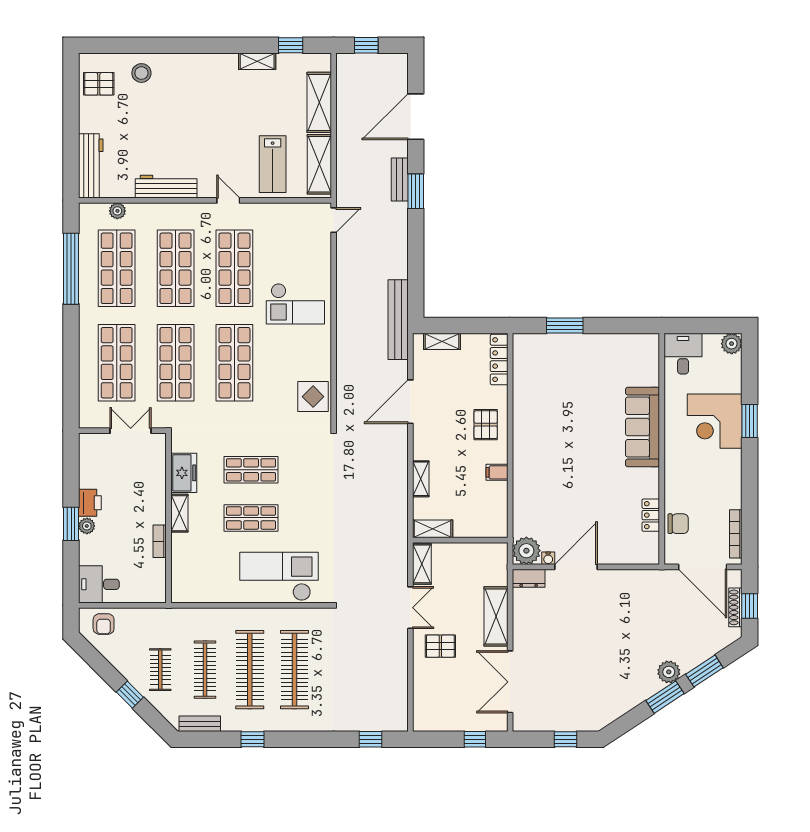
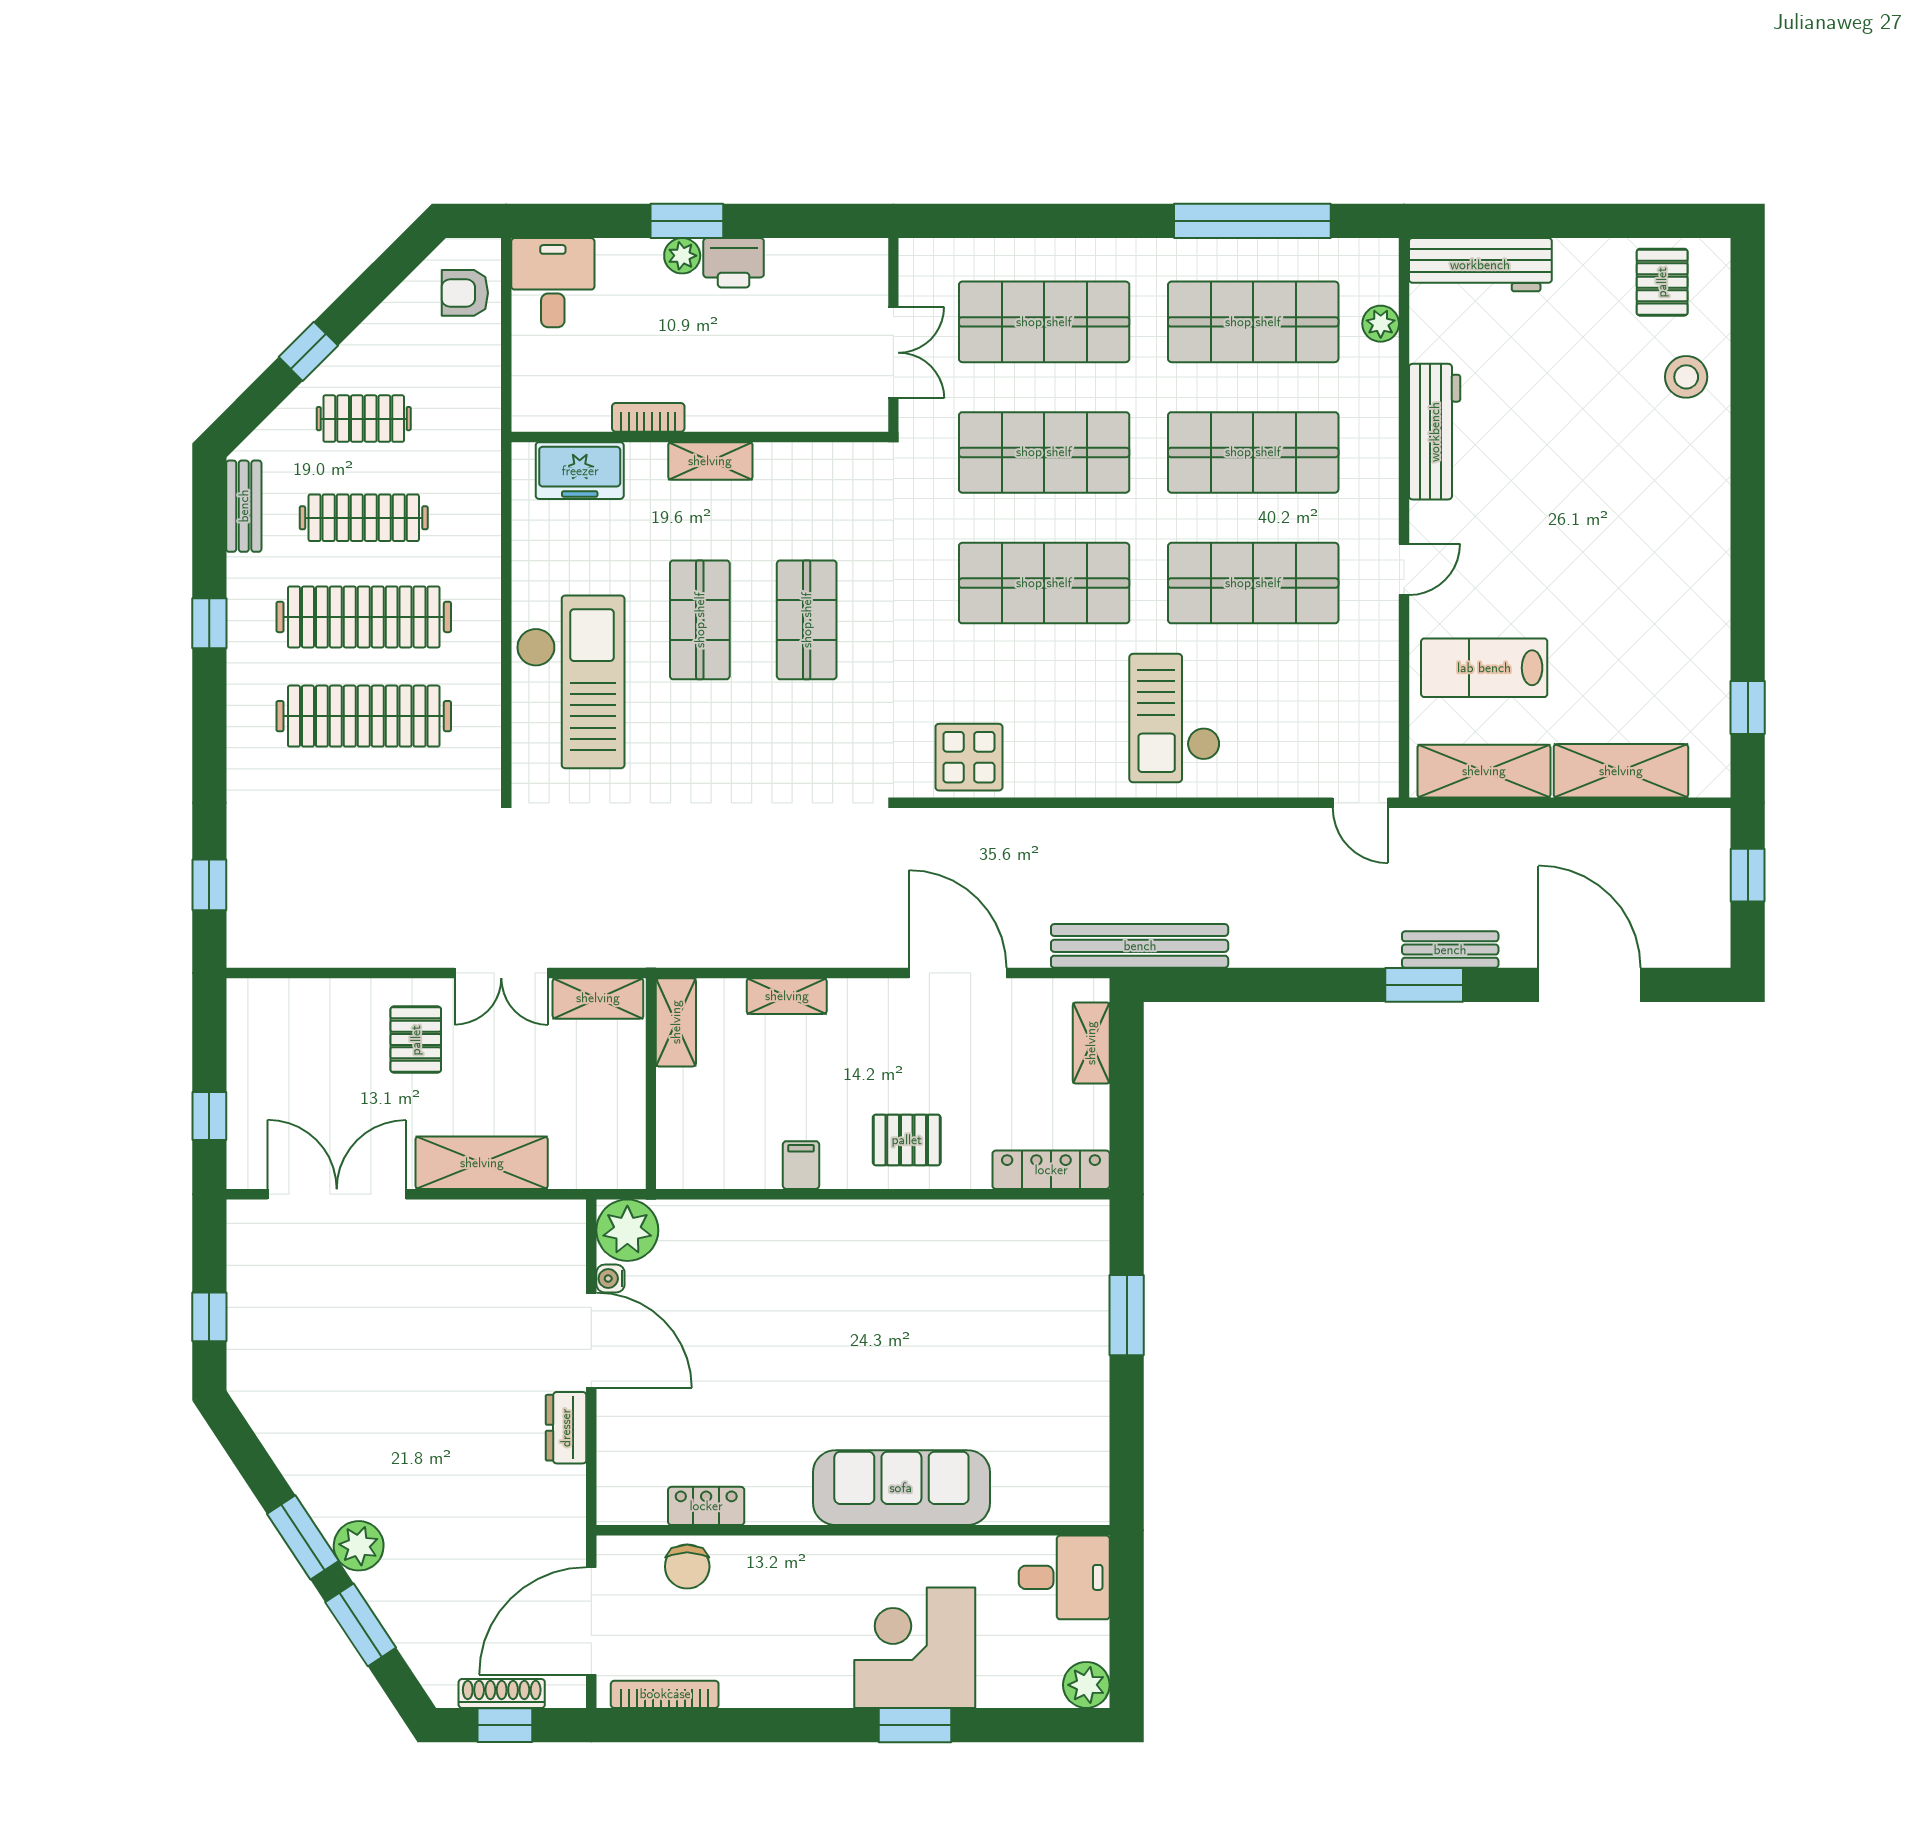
shelving: (257, 61) -> (1712, 633), removed
freezer: (184, 473) -> (580, 471), moved
dresser: (529, 578) -> (566, 1428), moved

